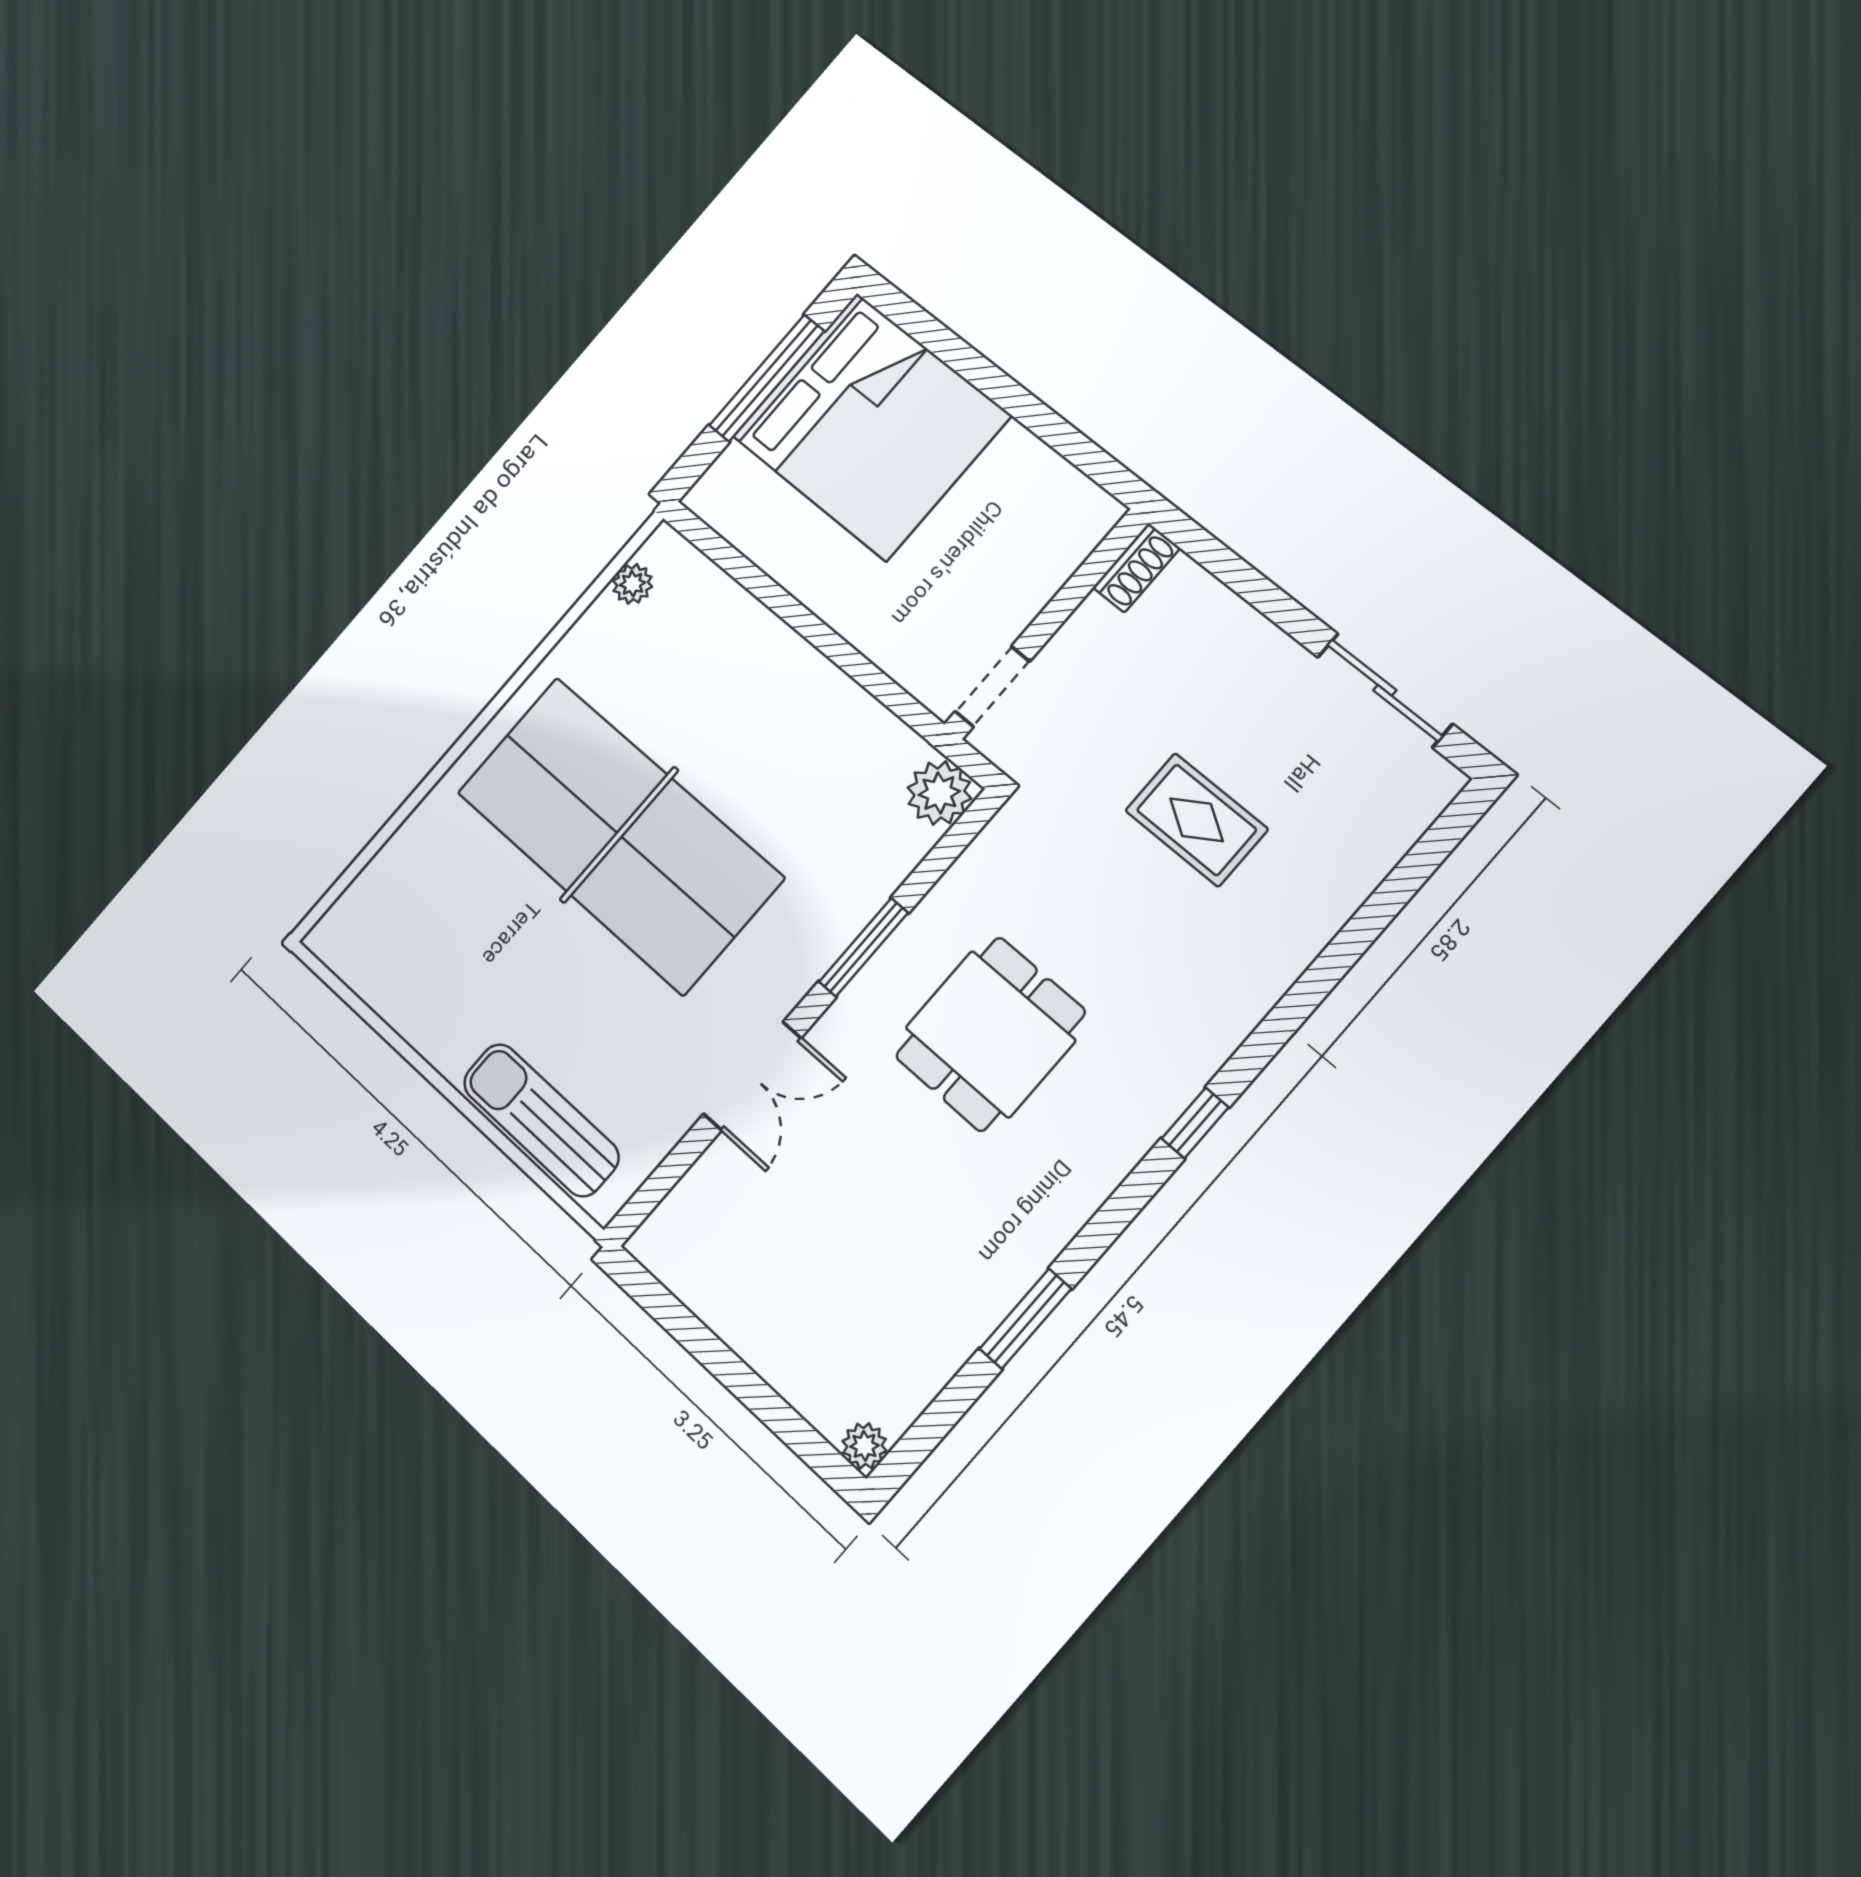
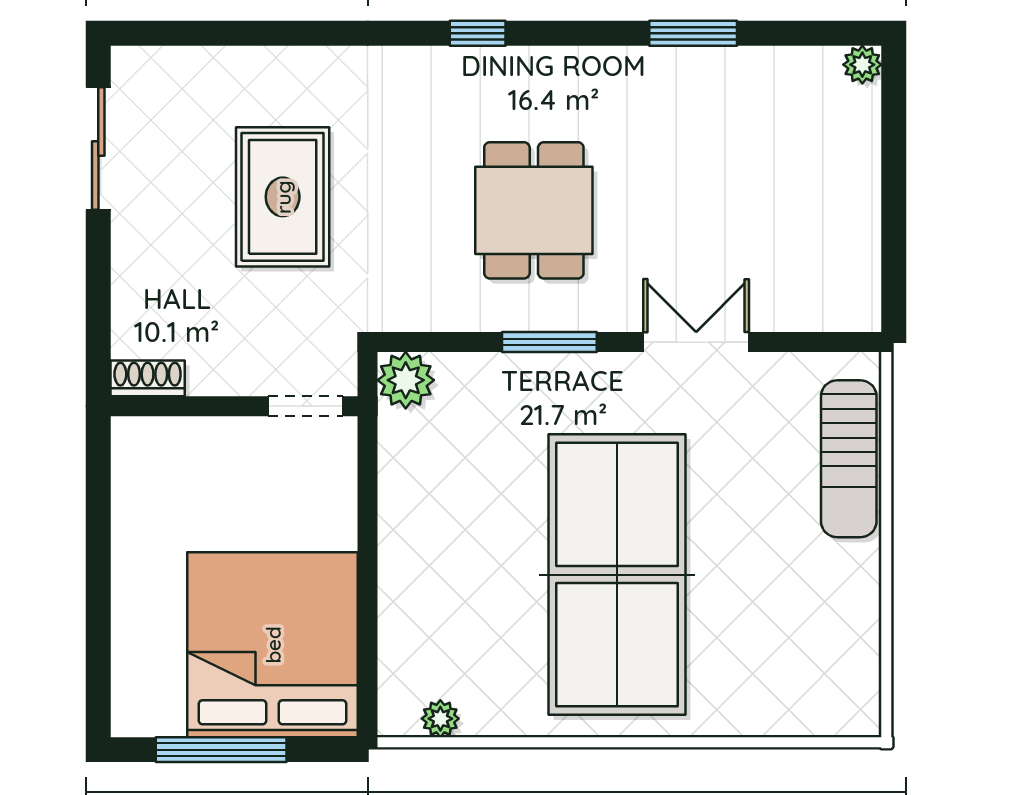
bed: (871, 426) -> (273, 645), moved
rug: (1197, 820) -> (283, 197), width x1.36, depth x1.43
dining table: (990, 1034) -> (534, 210), turned 90

